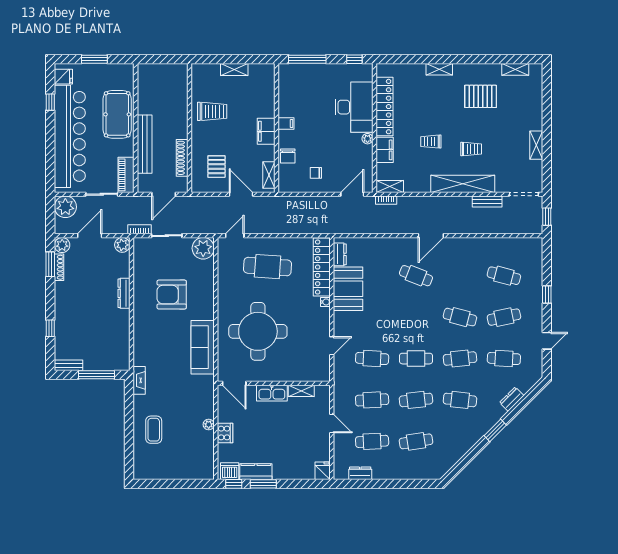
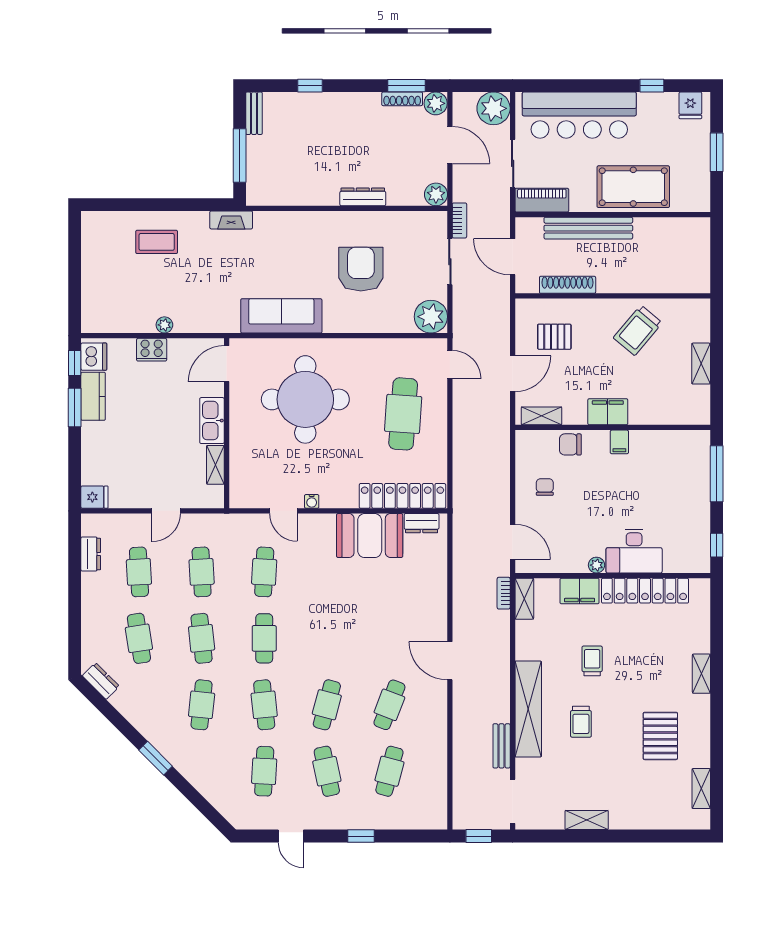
desk: (354, 107) -> (634, 551), width x0.73, depth x0.77
trolley: (212, 111) -> (638, 330), turned 40
bar counter: (70, 136) -> (579, 115), width x0.73
cafe table: (416, 276) -> (389, 705), moved
water cooler: (325, 302) -> (312, 501), moved
dresser: (512, 399) -> (101, 681), moved

